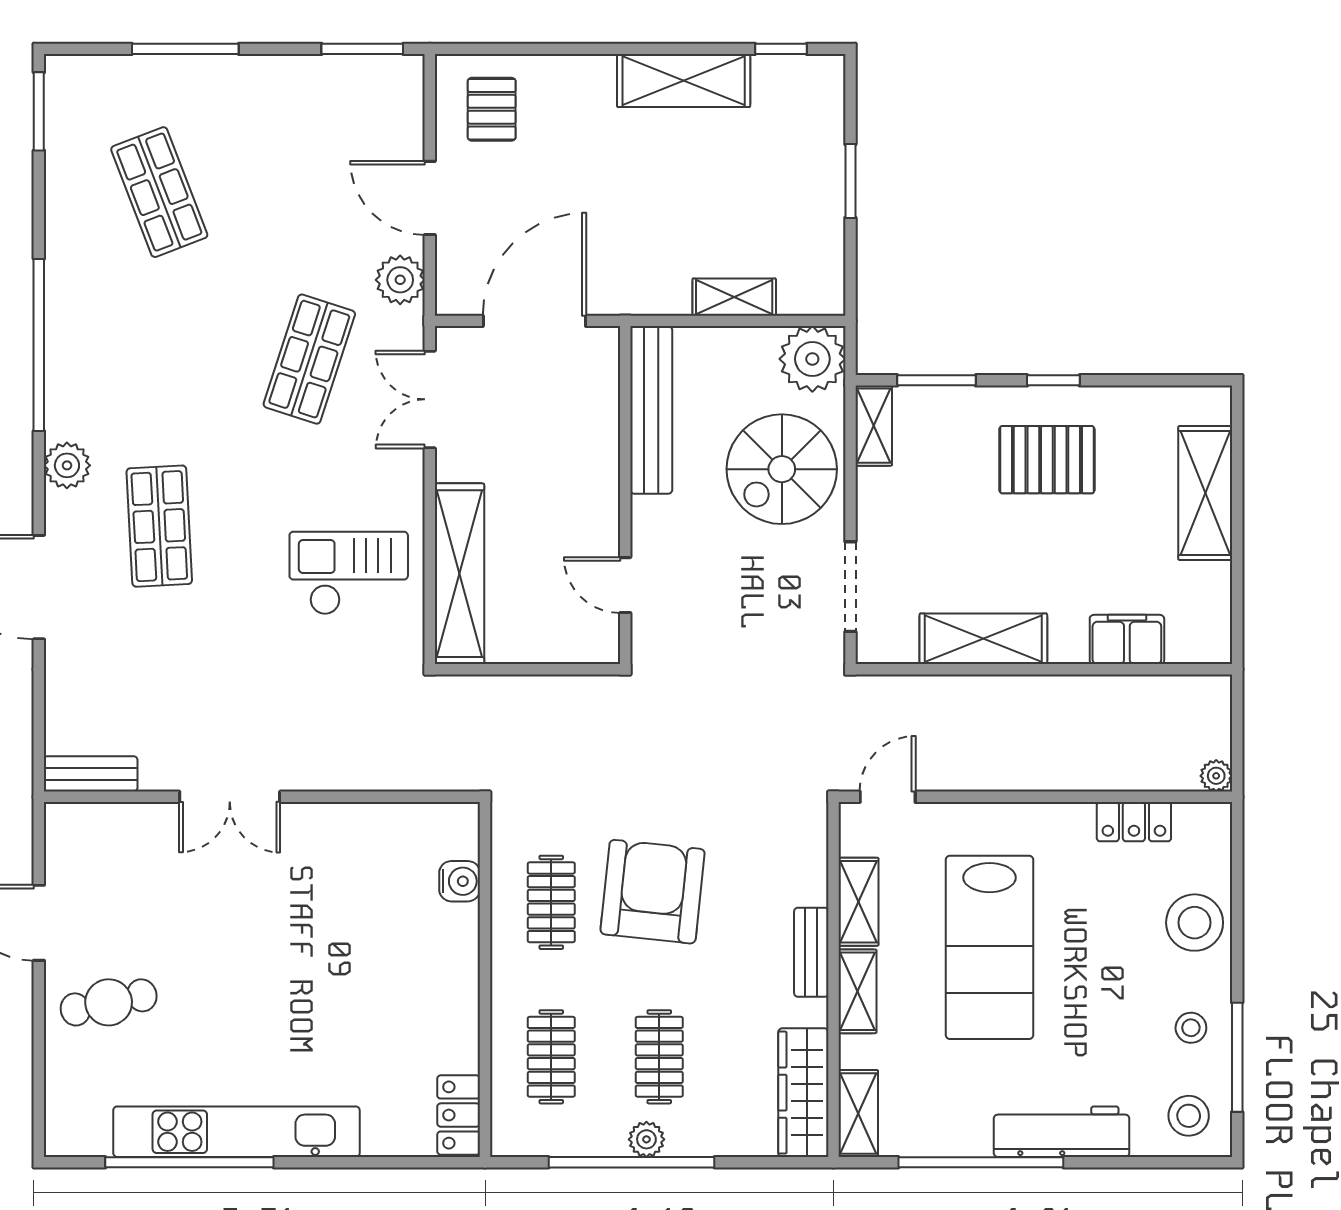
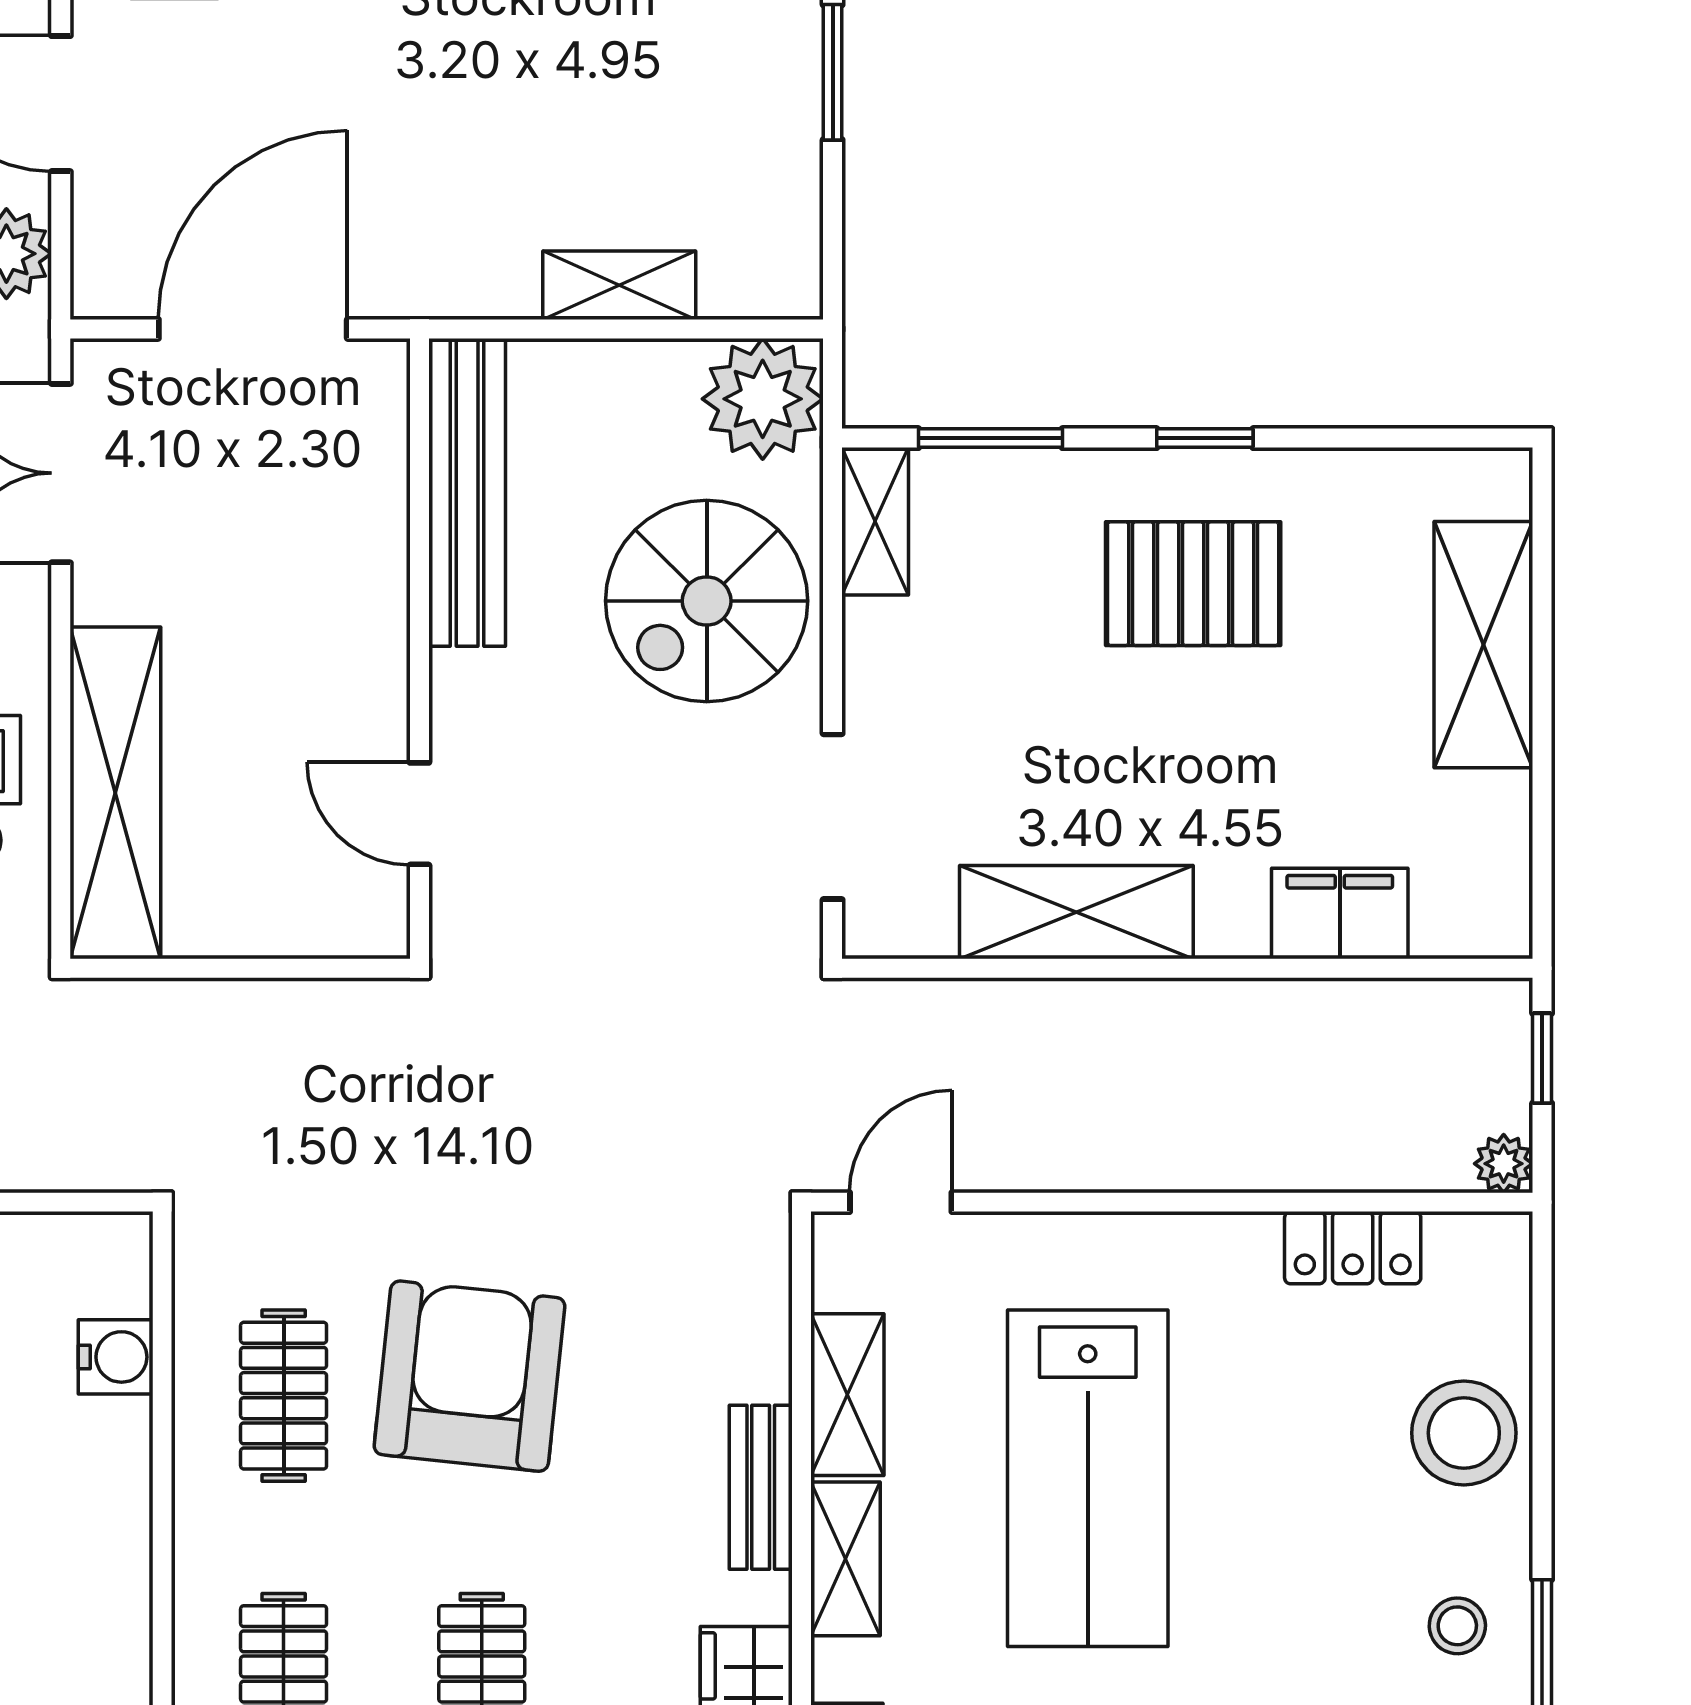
window: (1237, 718) -> (1542, 1058), added

